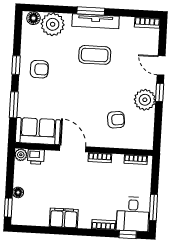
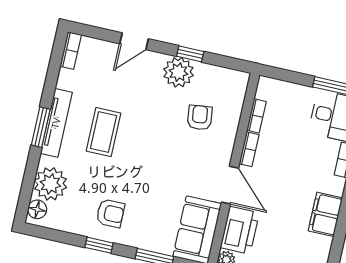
armchair: (39, 69) -> (110, 213), turned 90
window: (160, 92) -> (190, 54), moved
door: (73, 149) -> (230, 185), swing flipped
printer: (36, 157) -> (240, 230), width x1.87, depth x1.48
bookcase: (136, 159) -> (256, 116), moved

